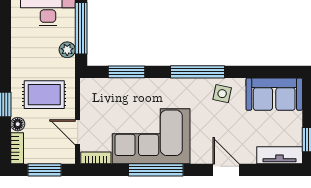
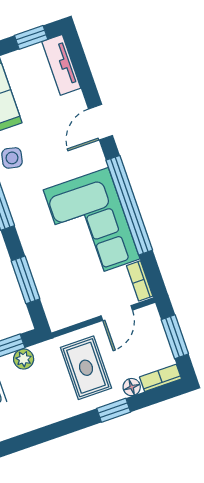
window: (156, 170) -> (129, 205), width x1.46

